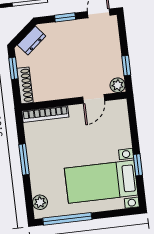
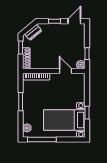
door: (94, 99) -> (66, 71), swing flipped

